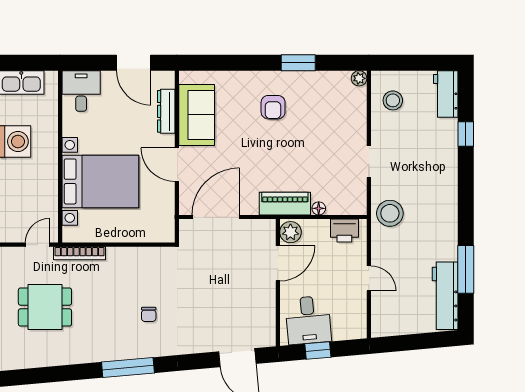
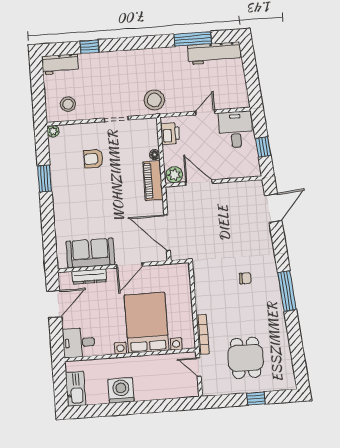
armchair: (273, 107) -> (93, 159), moved, turned 180
desk: (308, 320) -> (236, 129), moved, turned -85

